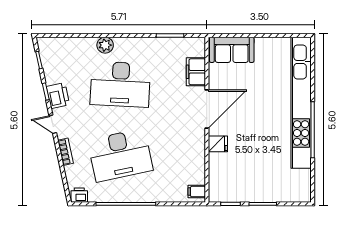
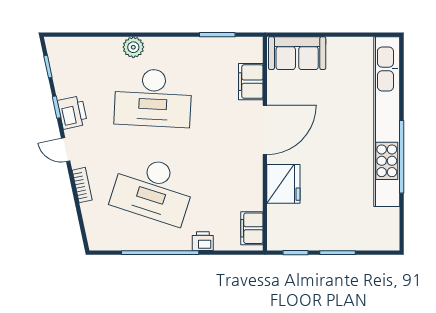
fridge: (218, 144) -> (283, 184), width x1.88, depth x1.34
desk: (120, 155) -> (153, 189), turned 30
filing cabinet: (197, 192) -> (252, 228), width x2.00
printer: (79, 195) -> (203, 241), moved

